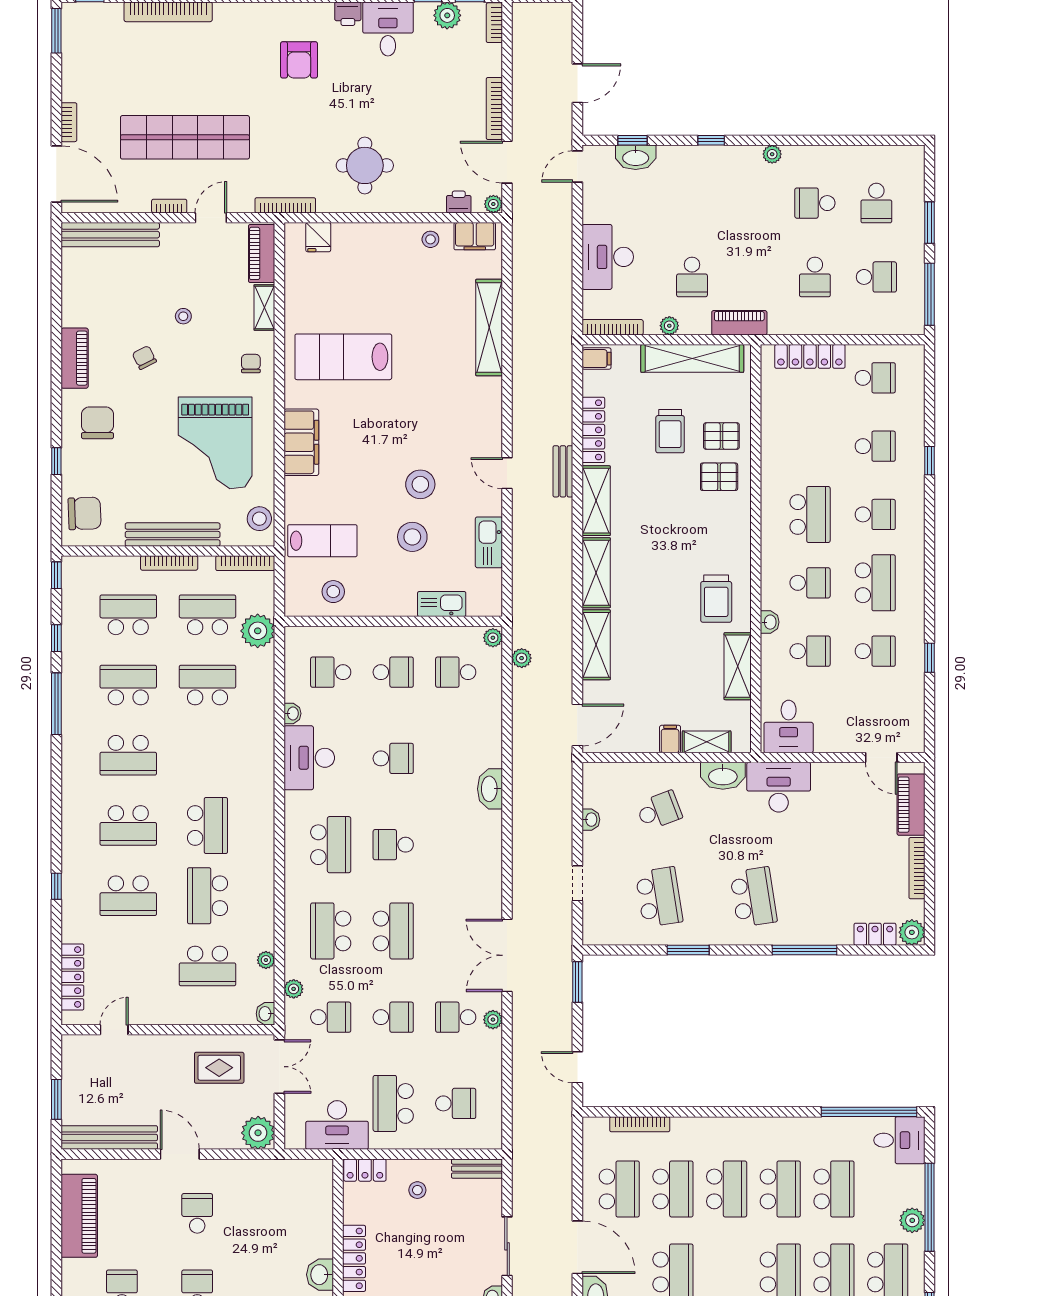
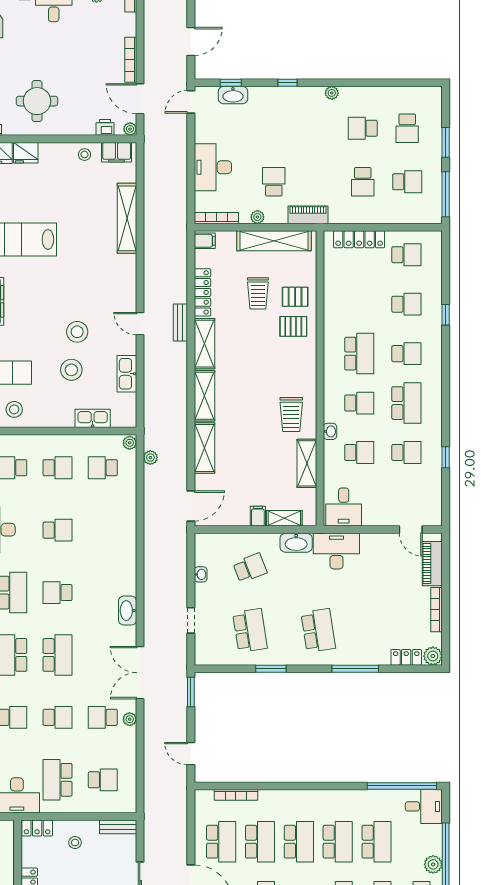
fridge: (349, 237) -> (26, 153), added
school desk: (692, 277) -> (274, 182), turned 180
washbasin: (490, 789) -> (128, 611), moved

